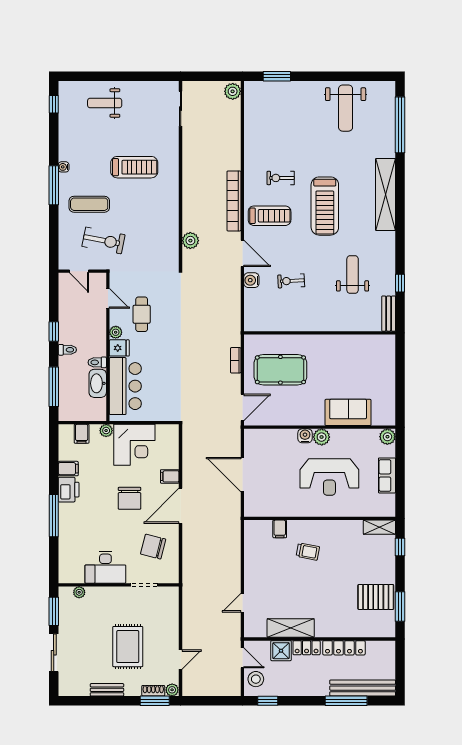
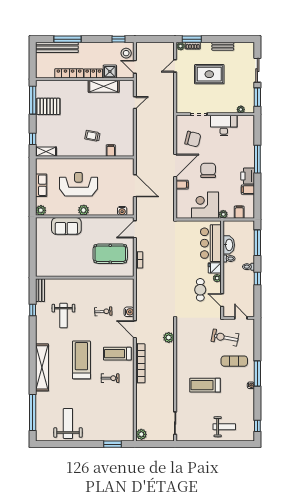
water cooler: (305, 436) -> (122, 211), moved
window: (400, 607) -> (33, 100), width x1.44
rug: (128, 647) -> (209, 74), turned 90

